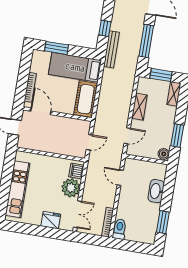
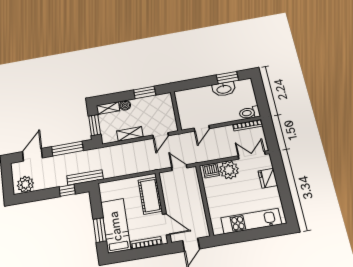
bed: (75, 67) -> (116, 226), moved, turned 180
cot: (86, 99) -> (150, 196), moved, turned 90
door: (41, 111) -> (166, 224), swing flipped
door: (127, 136) -> (161, 135), swing flipped
boiler: (164, 154) -> (125, 105), moved
washbasin: (156, 191) -> (224, 89), moved

